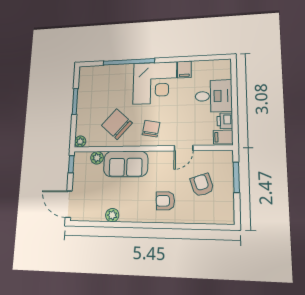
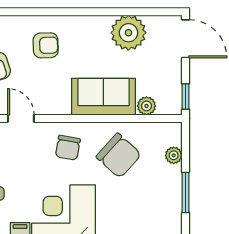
plant: (80, 142) -> (174, 155), moved
door: (184, 148) -> (21, 119), hinge flipped
plant: (112, 215) -> (128, 33), width x1.88, depth x1.88

